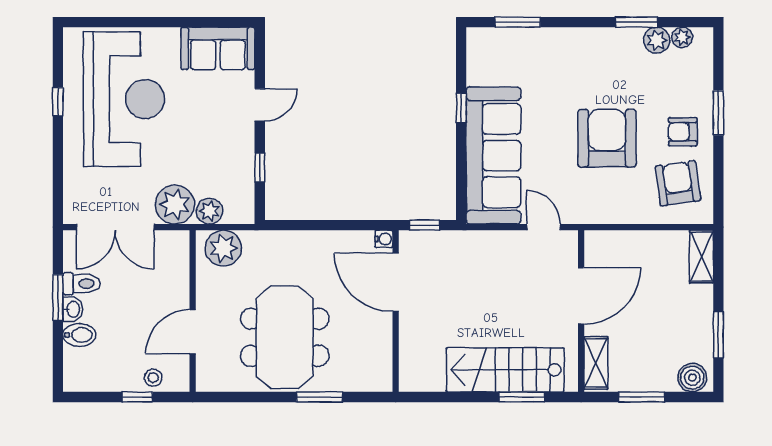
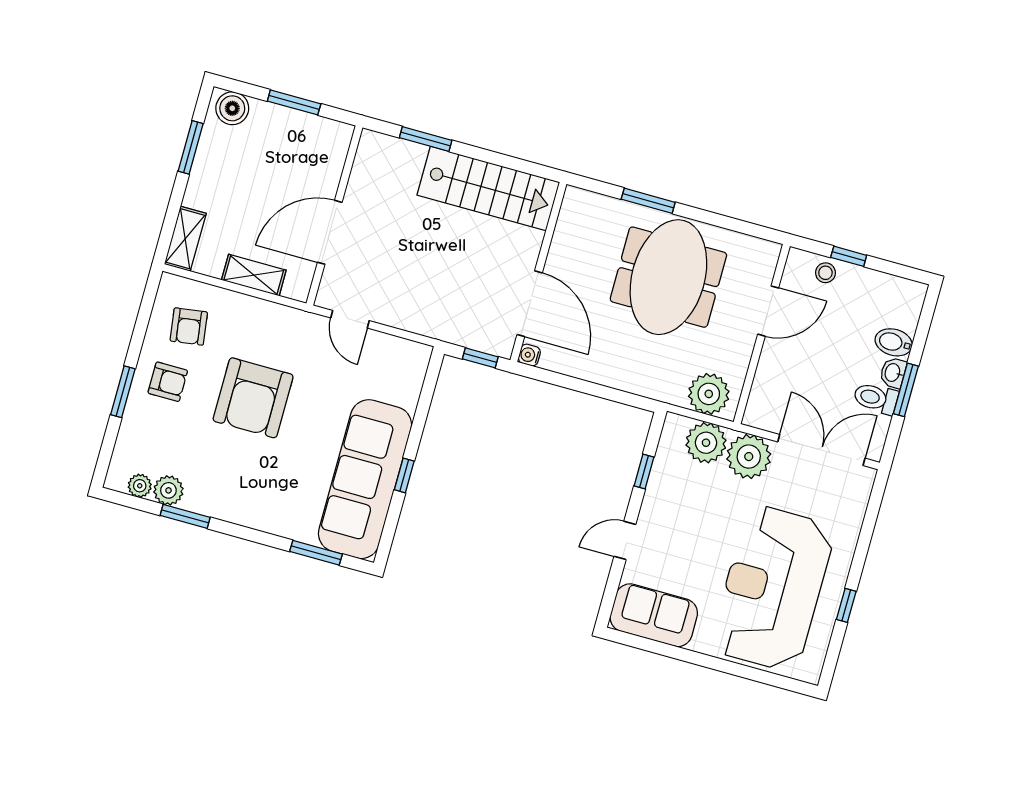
sofa: (493, 156) -> (365, 479), moved
armchair: (678, 183) -> (189, 327), width x0.72, depth x0.72
plant: (209, 211) -> (706, 443), width x1.36, depth x1.36
shelving: (596, 363) -> (254, 275), moved, turned 90
stairs: (505, 370) -> (488, 189), moved

